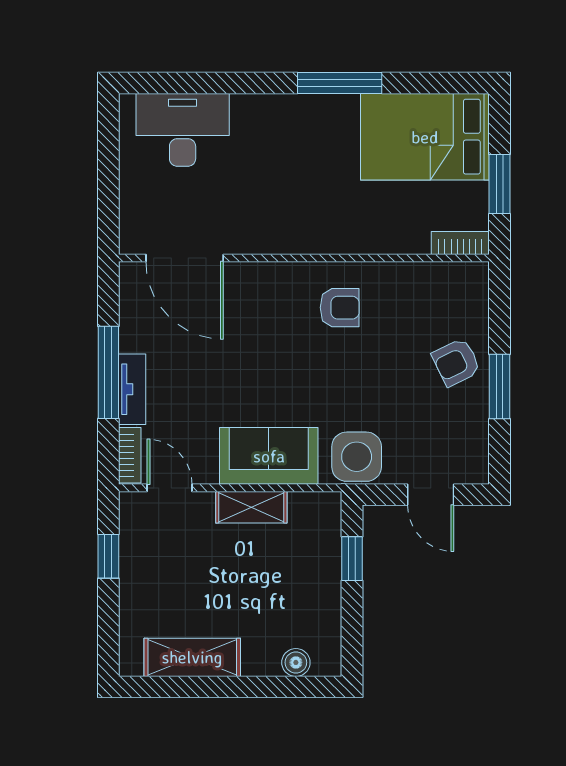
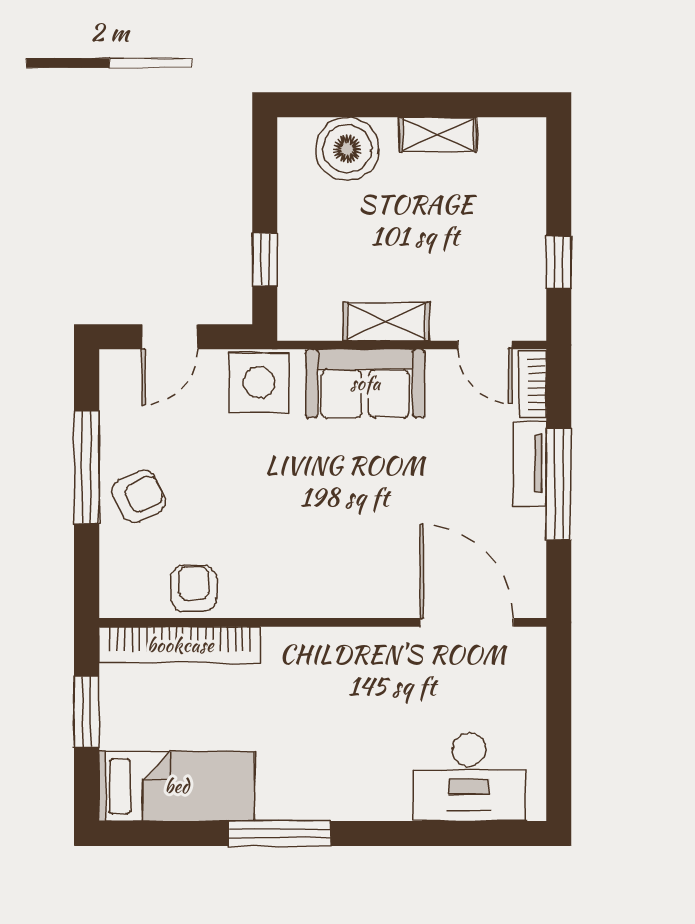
bed: (425, 137) -> (177, 786), width x0.67
bookcase: (460, 243) -> (180, 645), width x2.31, depth x1.31
armchair: (340, 308) -> (194, 589), moved, turned 90
window: (500, 386) -> (87, 467), width x1.44
door: (431, 495) -> (170, 337), swing flipped
shelving: (192, 657) -> (438, 135), width x0.67, depth x0.75
boiler: (296, 662) -> (347, 149), width x1.86, depth x1.86

